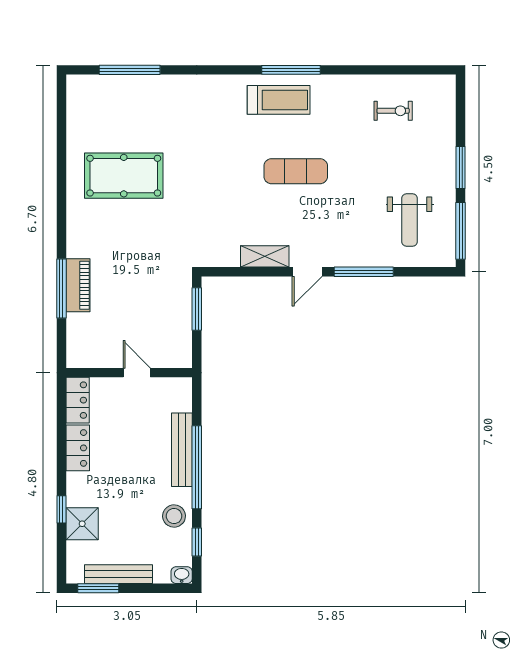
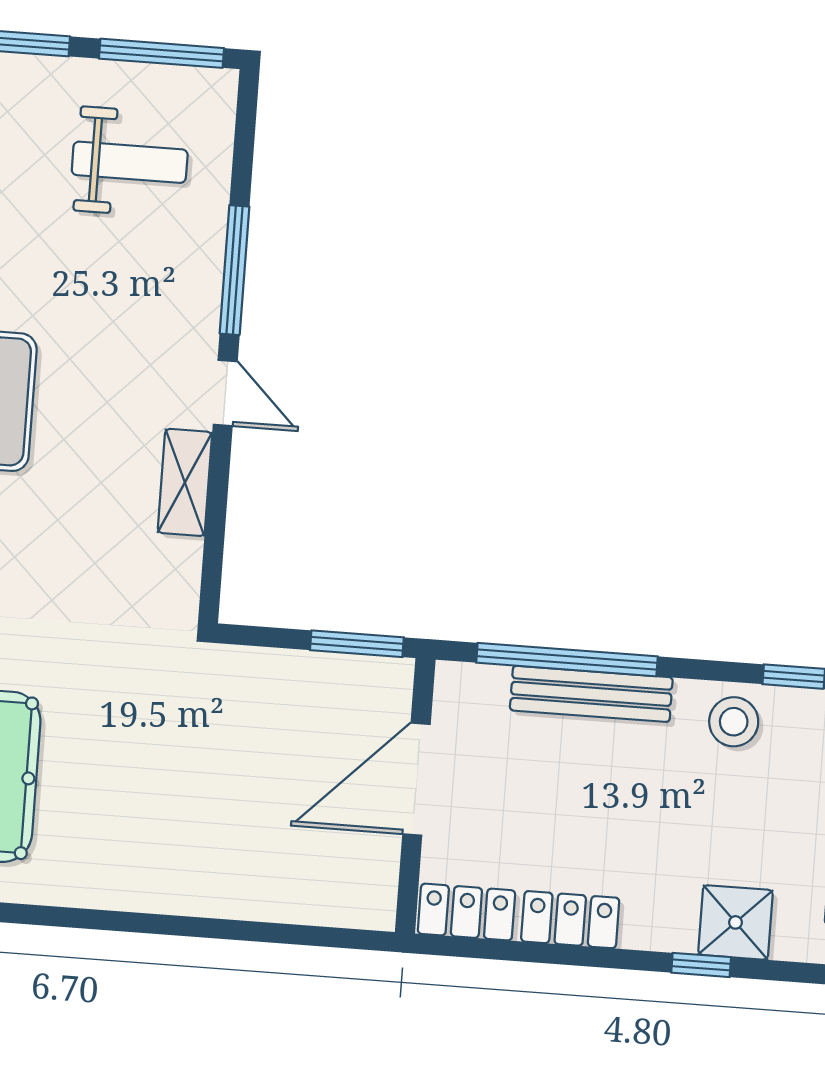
piano: (78, 285) -> (217, 892), removed
window: (61, 288) -> (221, 929), removed
window: (197, 309) -> (357, 644), moved
door: (137, 373) -> (416, 779), width x1.87
window: (197, 467) -> (567, 660), moved

